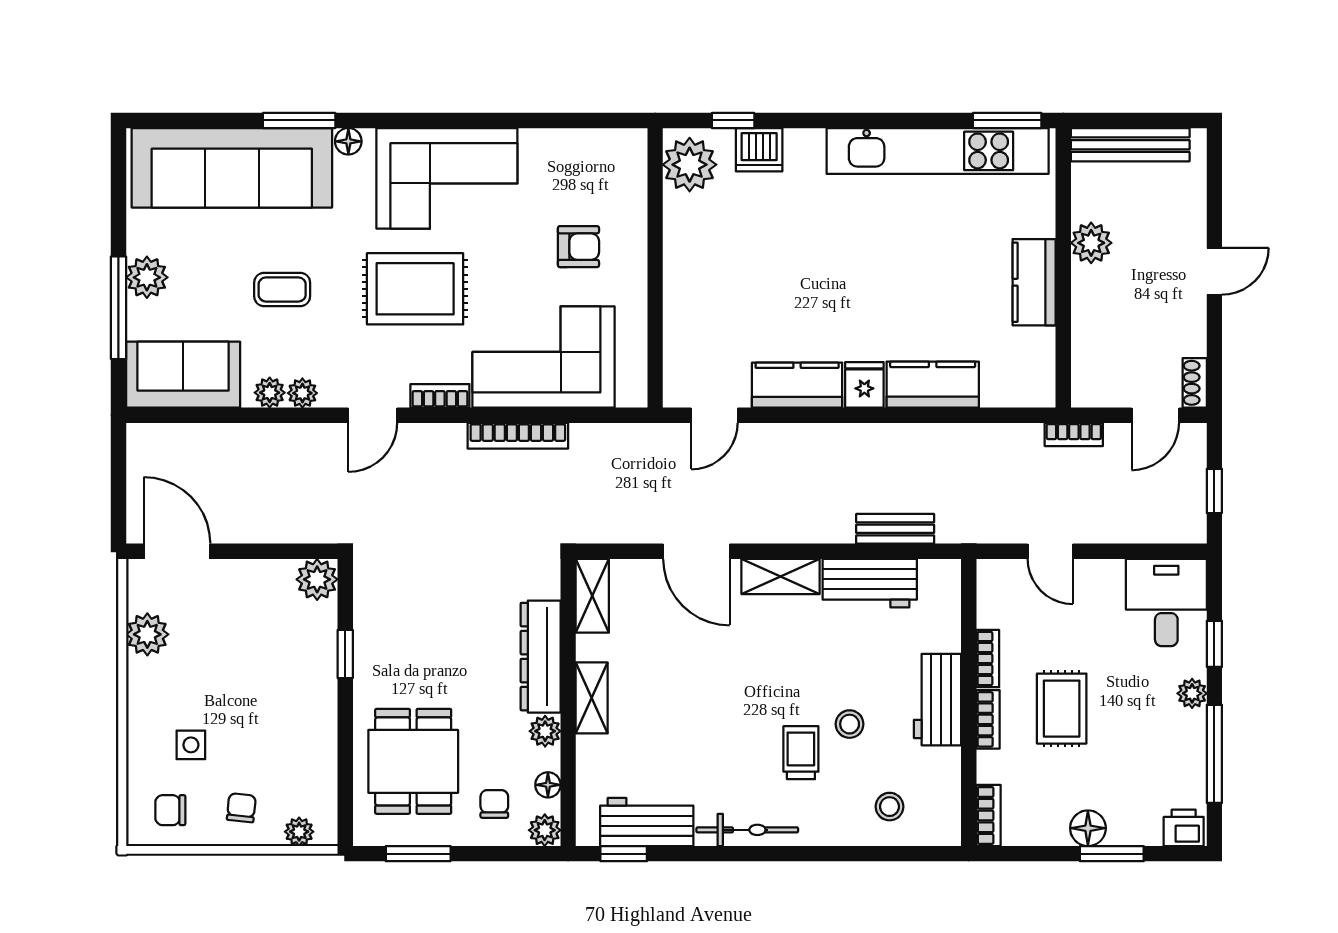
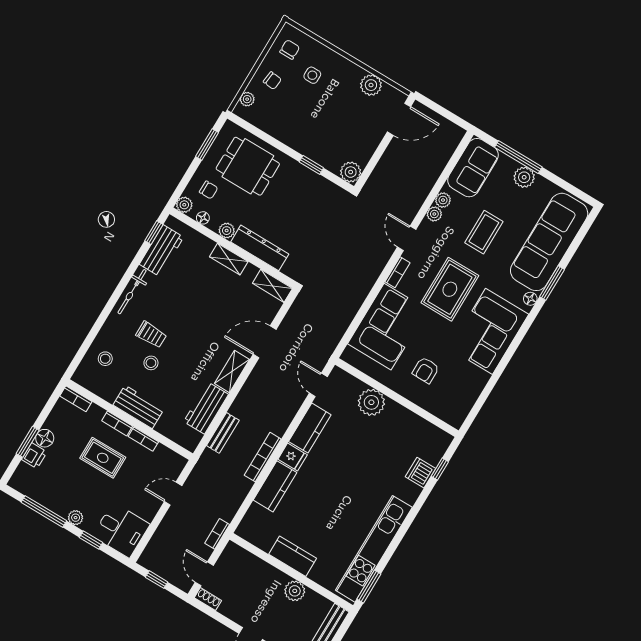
plant: (690, 165) -> (371, 402), moved
coffee table: (282, 289) -> (484, 232), width x1.36, depth x1.30
bookcase: (518, 436) -> (263, 457), moved
printer: (1184, 828) -> (34, 456), moved

